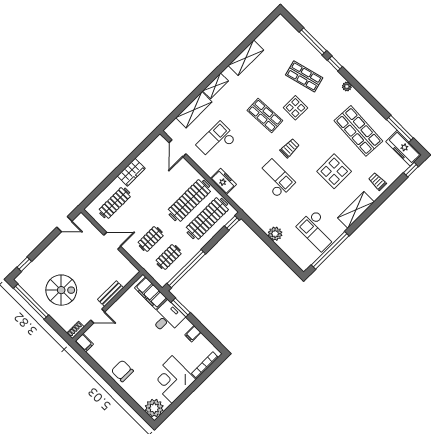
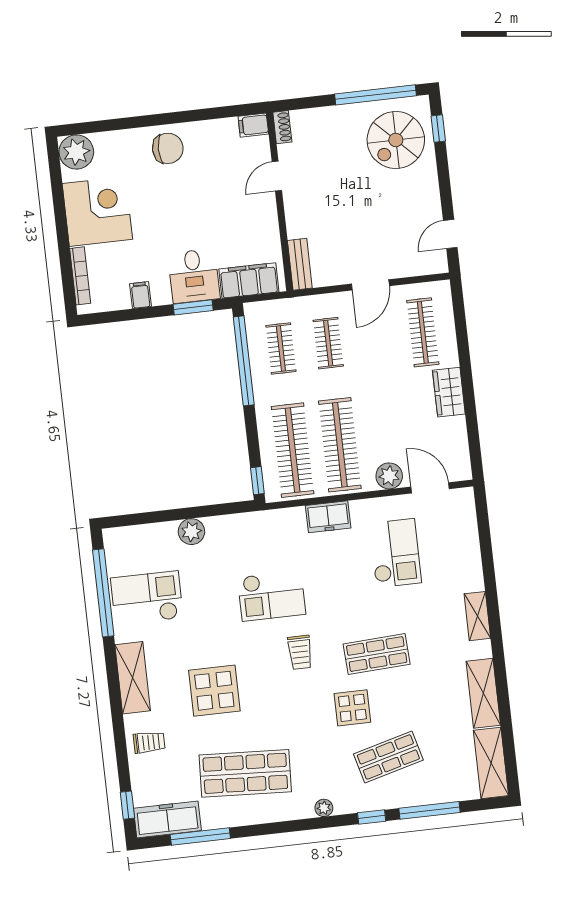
shelving: (194, 110) -> (491, 763), moved
plant: (186, 169) -> (389, 476), added
spiral stairs: (61, 290) -> (396, 140), moved
bench: (110, 294) -> (300, 264), moved

